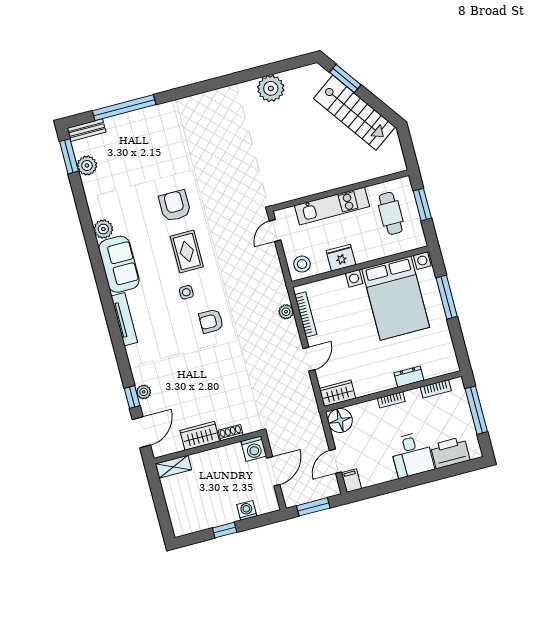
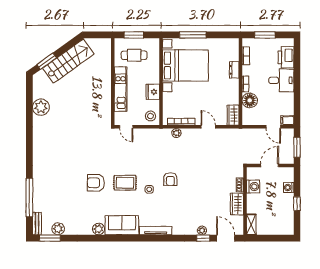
window: (476, 410) -> (265, 35), width x0.69
floor lamp: (340, 420) -> (250, 100), moved
washing machine: (254, 449) -> (253, 187), moved
door: (273, 471) -> (270, 166), hinge flipped

